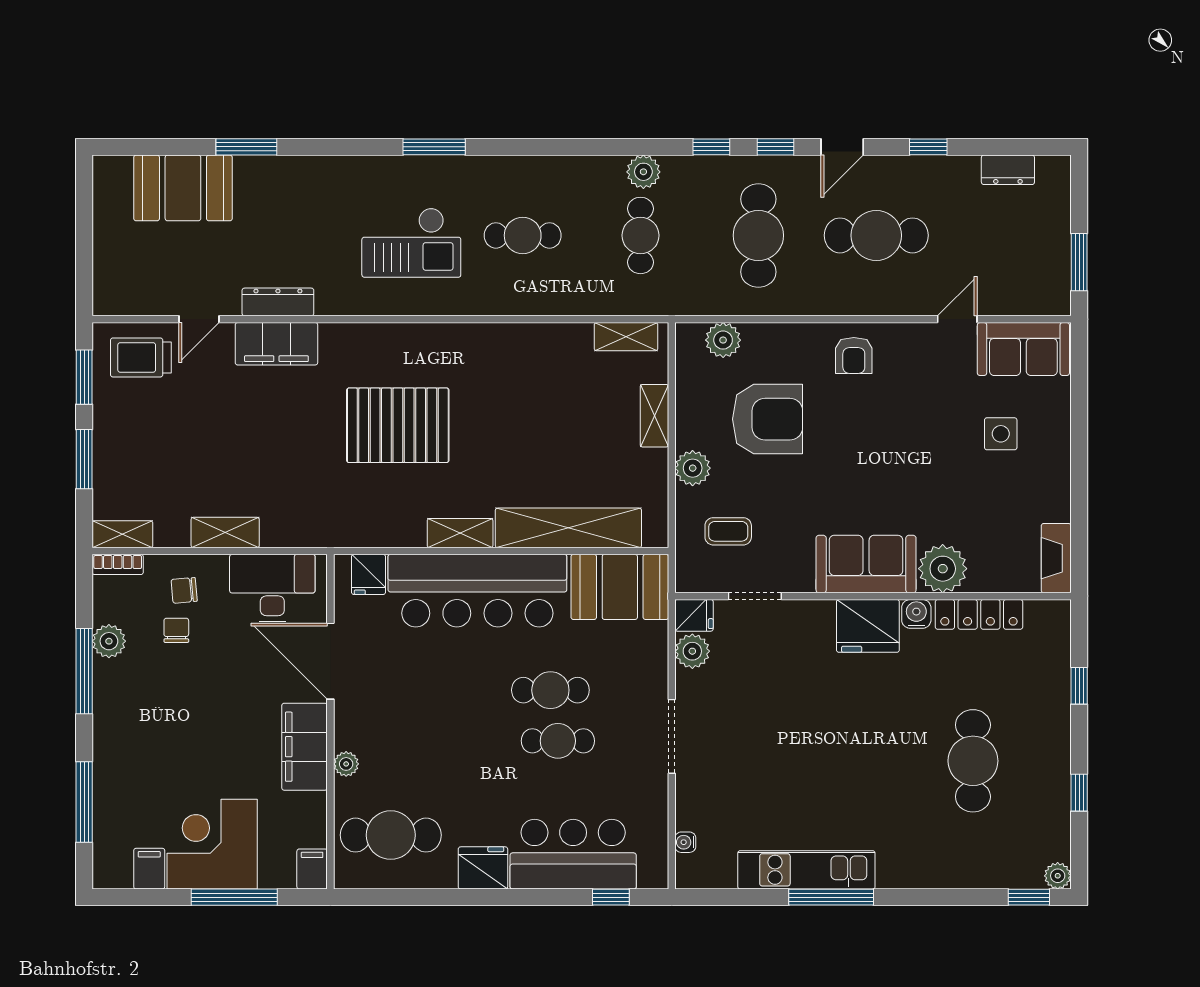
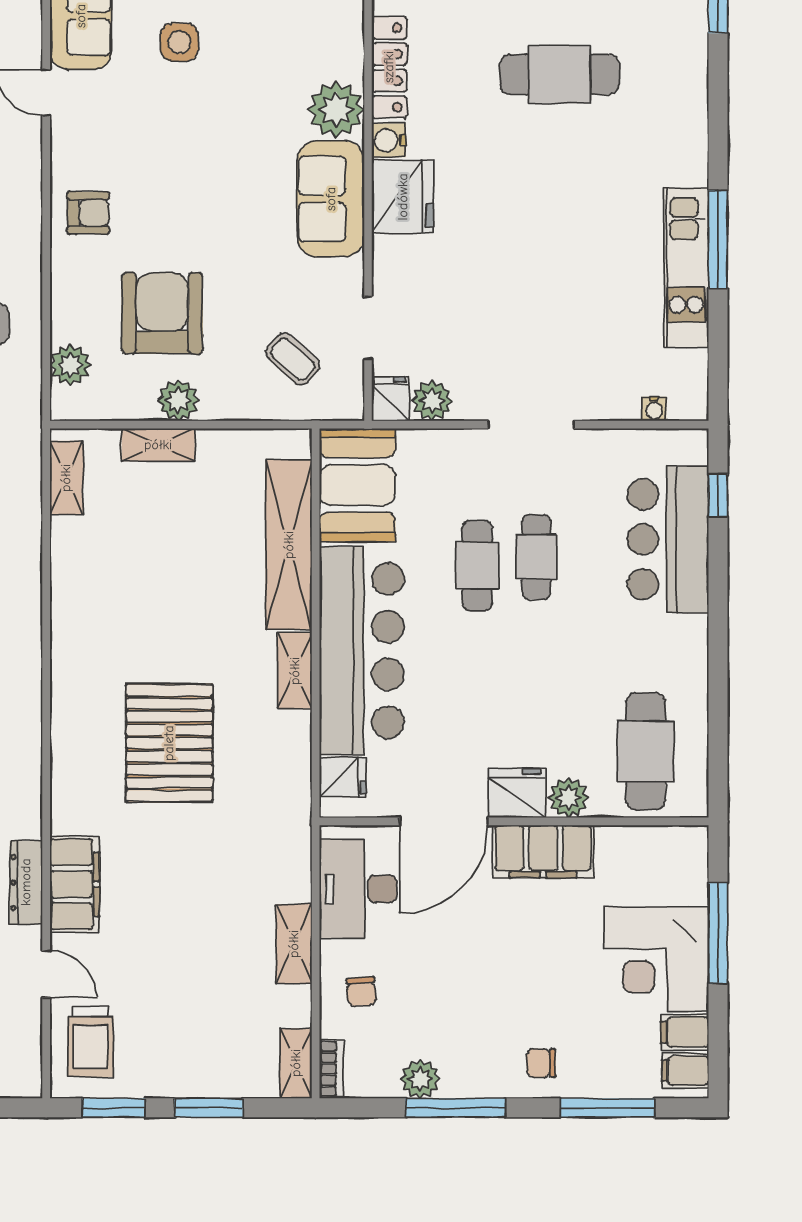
plant: (693, 468) -> (178, 400), moved
coffee table: (728, 531) -> (293, 359), turned -48
chair: (176, 630) -> (541, 1063), moved
plant: (346, 764) -> (569, 798), width x1.38, depth x1.38
fridge: (483, 868) -> (517, 793), moved, turned 90
filing cabinet: (312, 869) -> (685, 1071), moved

